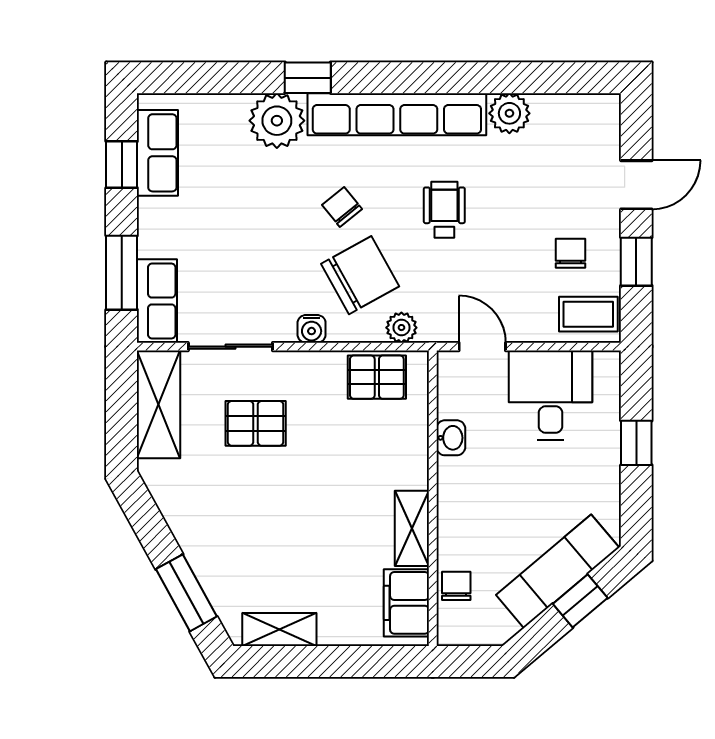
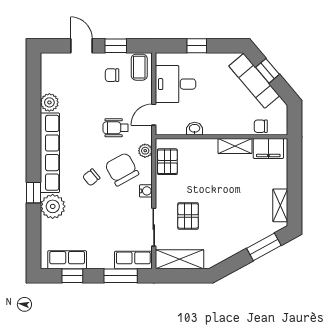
wheelchair: (444, 210) -> (116, 128), moved

